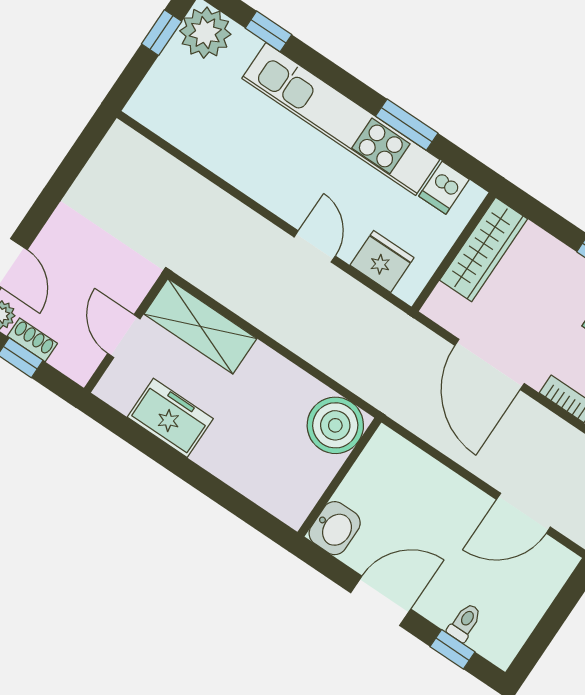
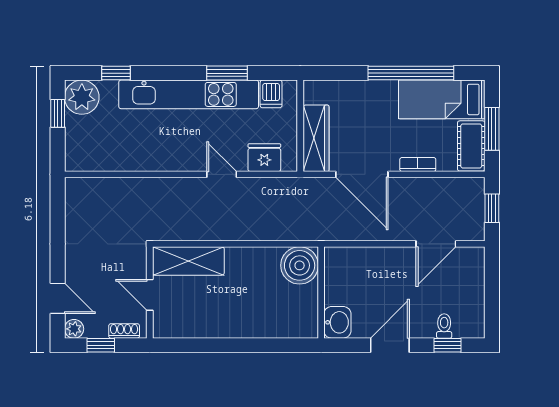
wardrobe: (484, 250) -> (316, 138), moved
shoe rack: (32, 340) -> (124, 331), moved
freezer: (170, 418) -> (206, 323), removed

